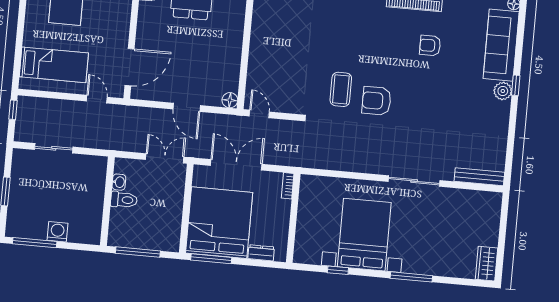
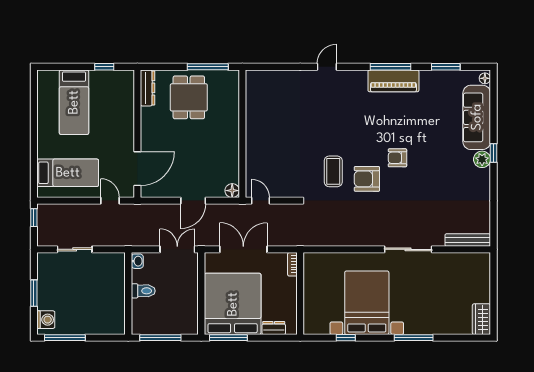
armchair: (430, 45) -> (397, 158), moved
door: (187, 107) -> (193, 201), hinge flipped
washbasin: (119, 182) -> (137, 261), moved
washing machine: (58, 232) -> (46, 320), moved, turned 90

